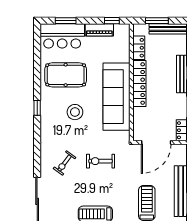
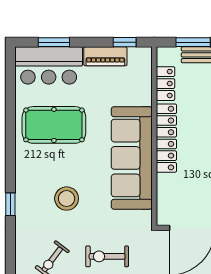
window: (37, 108) -> (10, 204), moved
stool: (75, 112) -> (67, 199), moved

